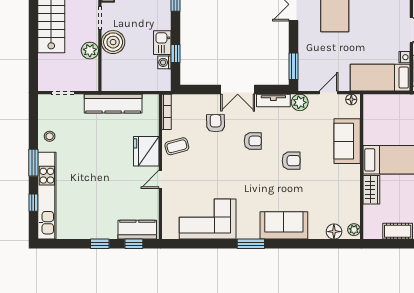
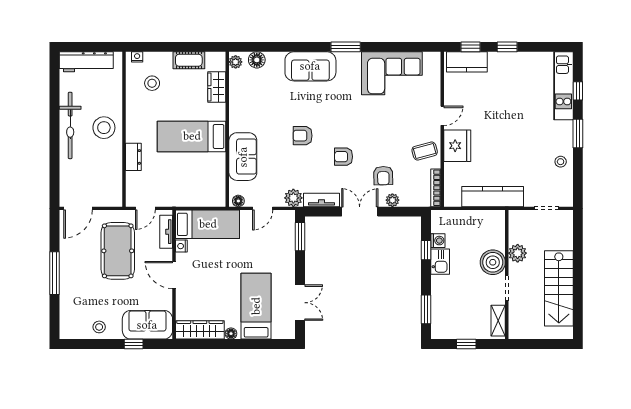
plant: (207, 100) -> (392, 200), added
wardrobe: (371, 190) -> (217, 87), moved
kitchen unit: (47, 196) -> (563, 86), width x0.73

